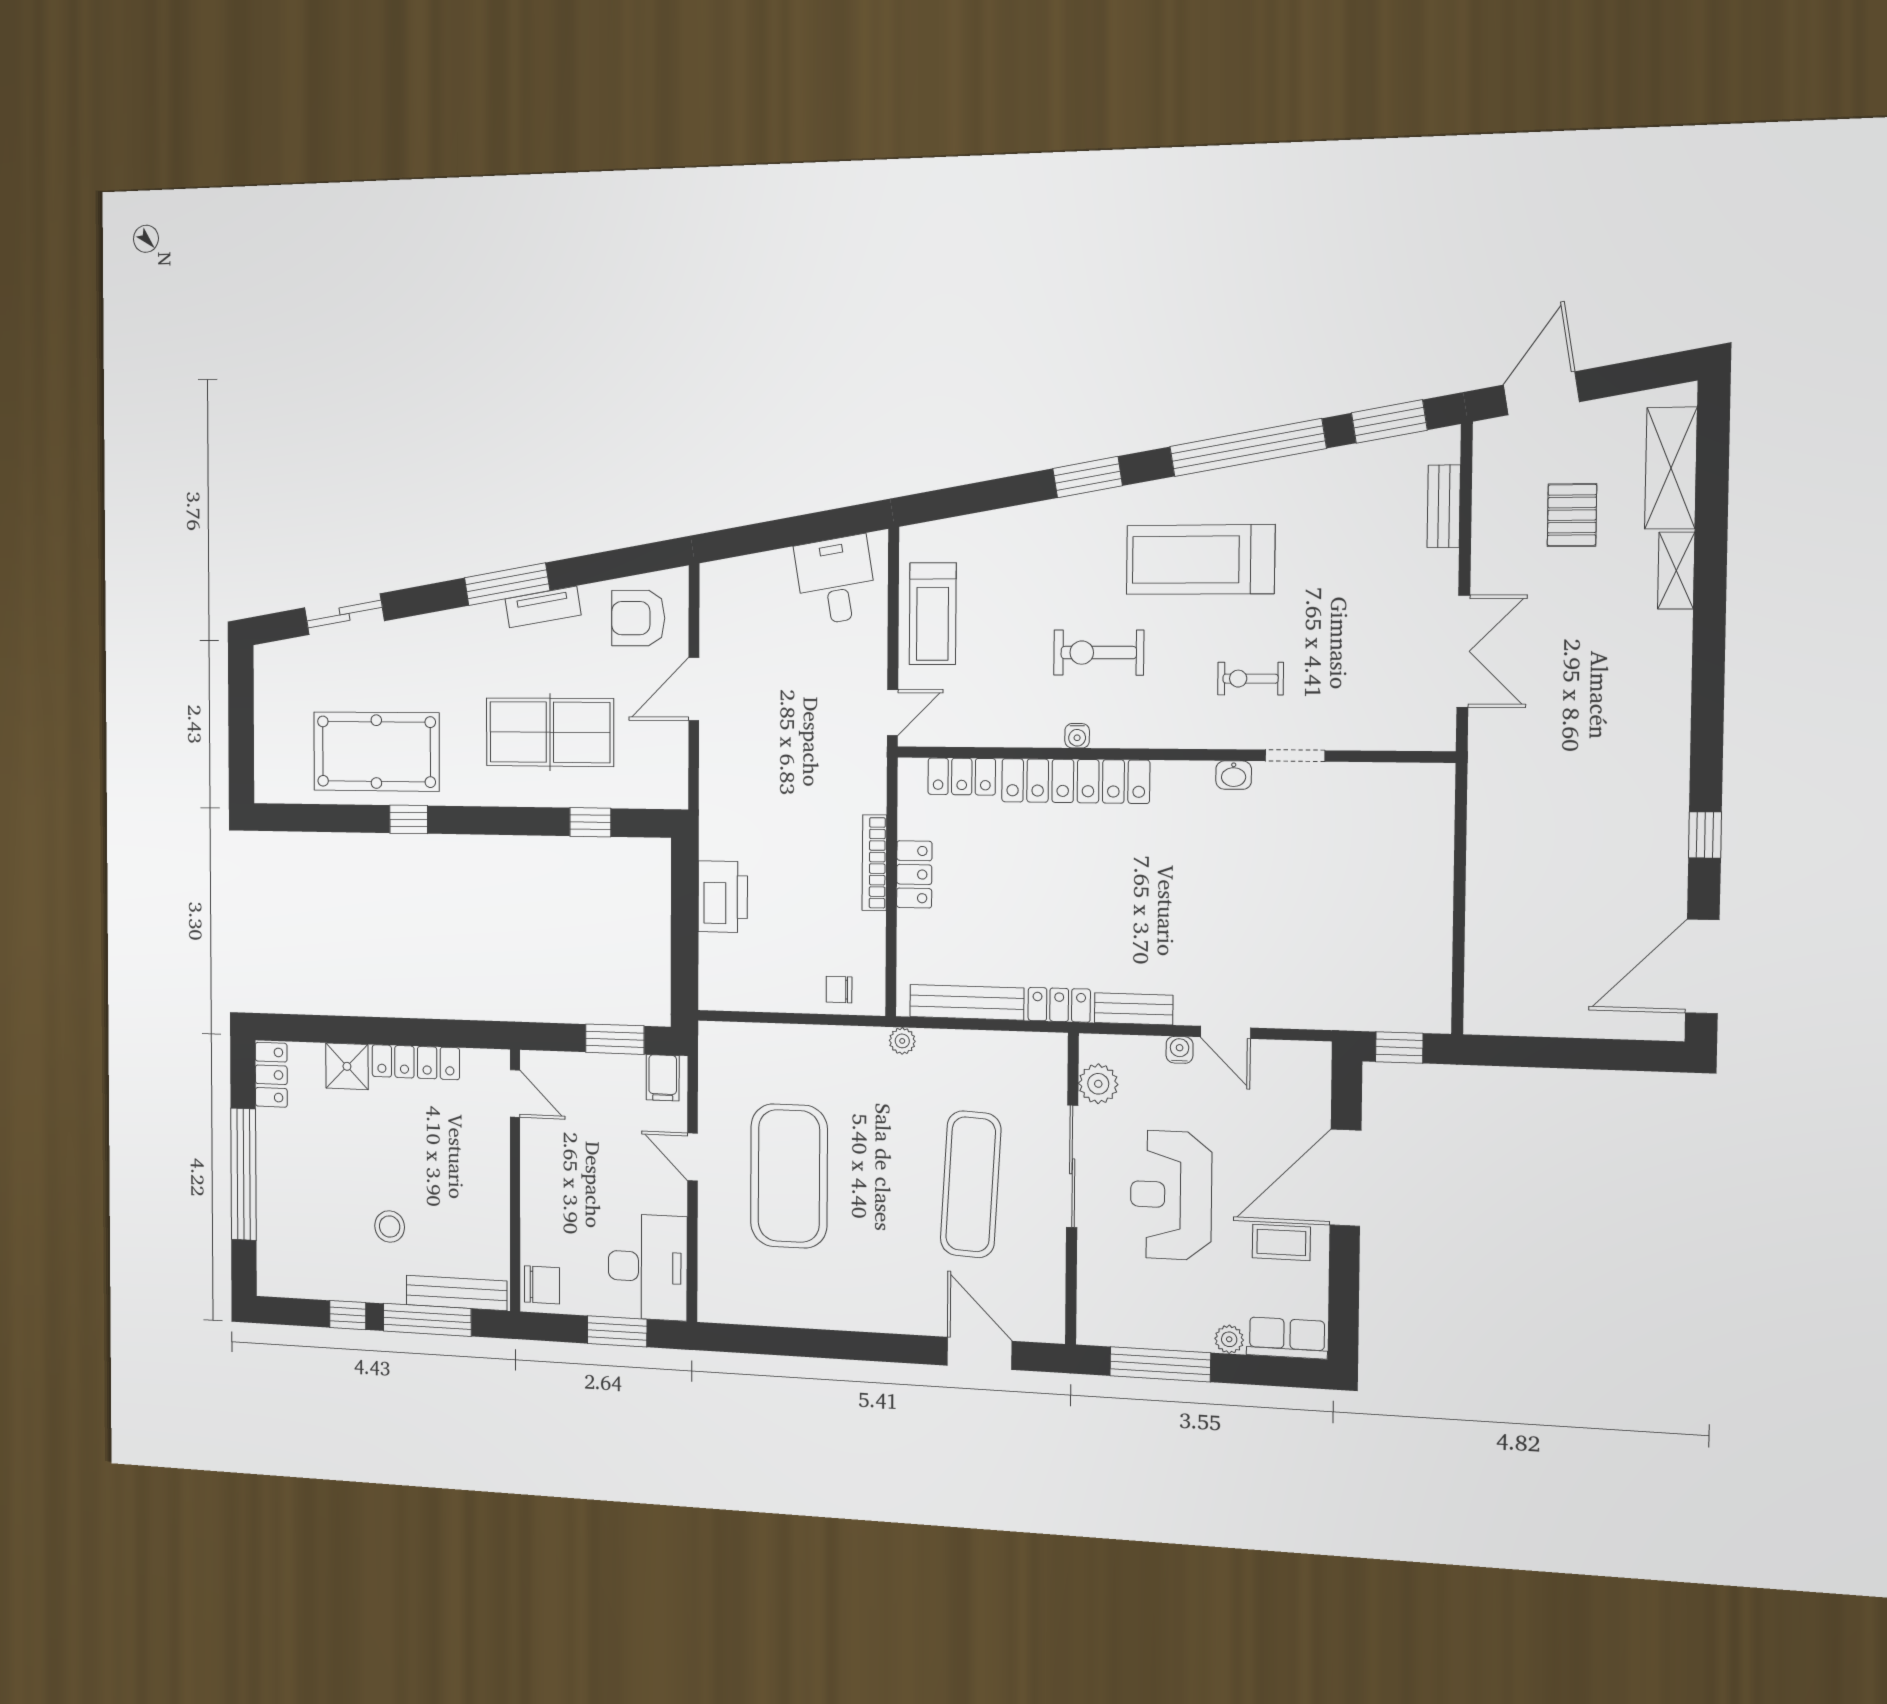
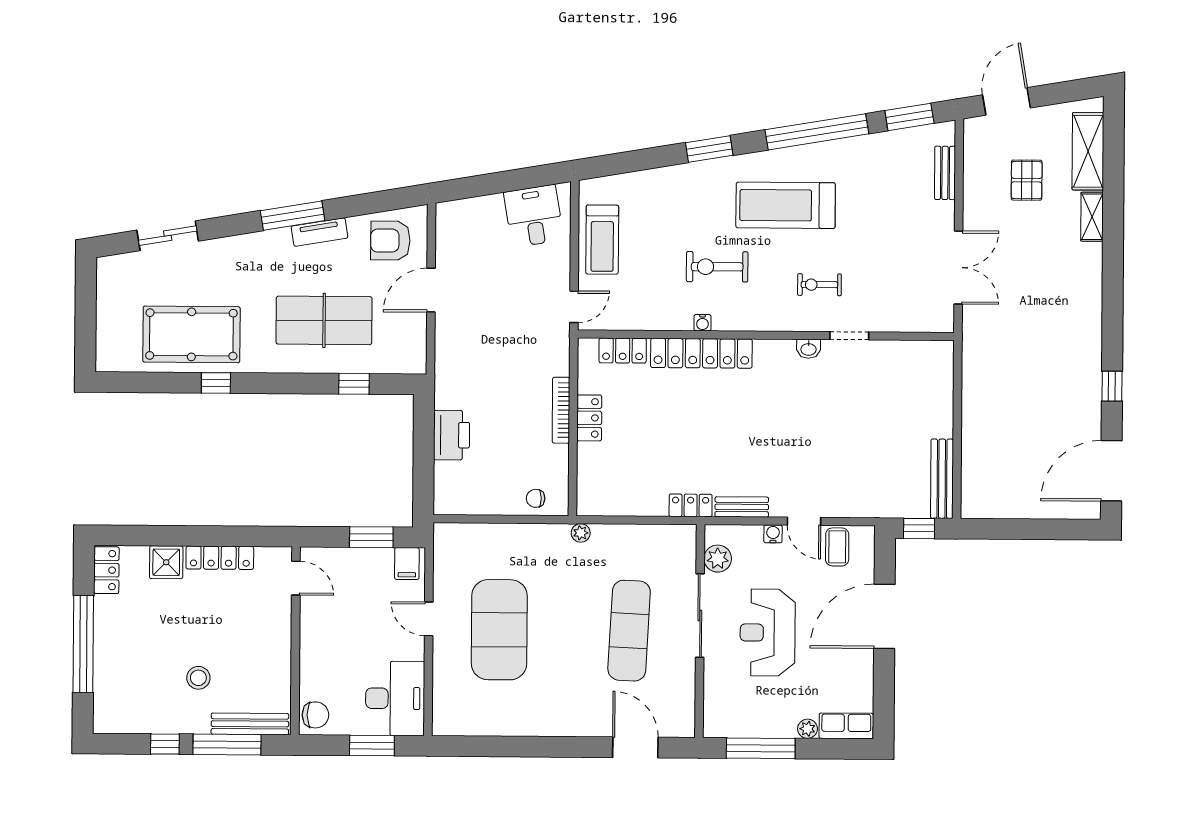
bench: (967, 1002) -> (942, 479), moved, turned 90
coffee table: (1281, 1242) -> (837, 547), moved, turned 90

